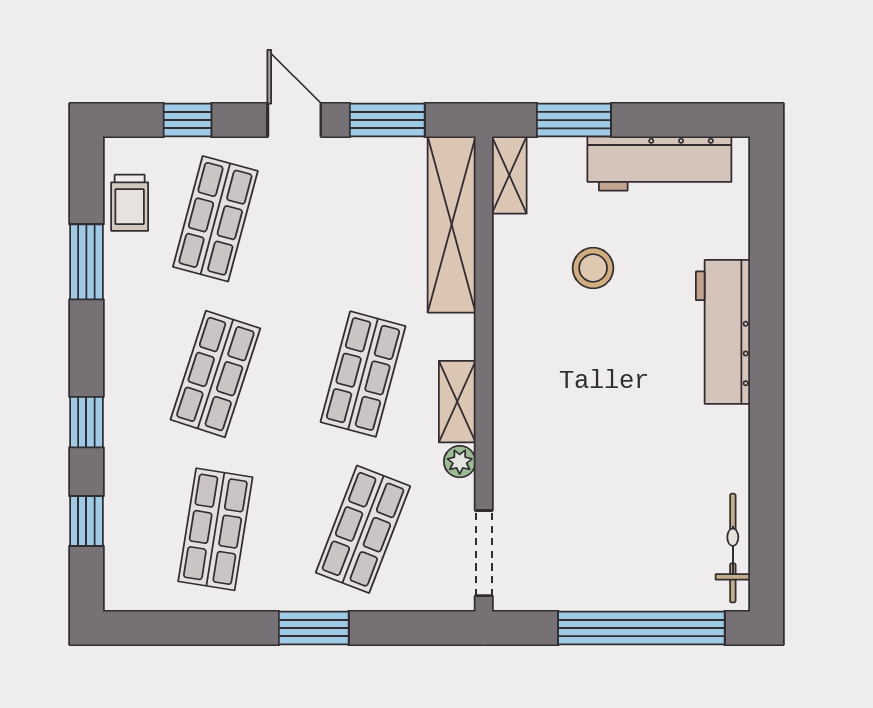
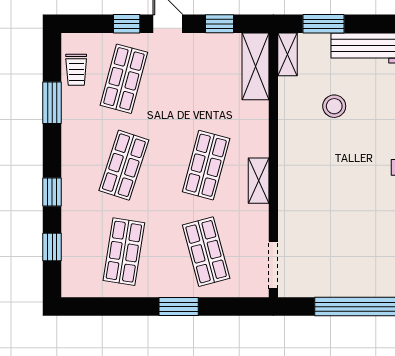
window: (187, 120) -> (127, 24), moved
window: (387, 120) -> (220, 24), width x0.67
shelving: (452, 225) -> (255, 66), width x0.68
plant: (460, 462) -> (260, 214), removed
shop shelf: (363, 529) -> (206, 252), turned -36

